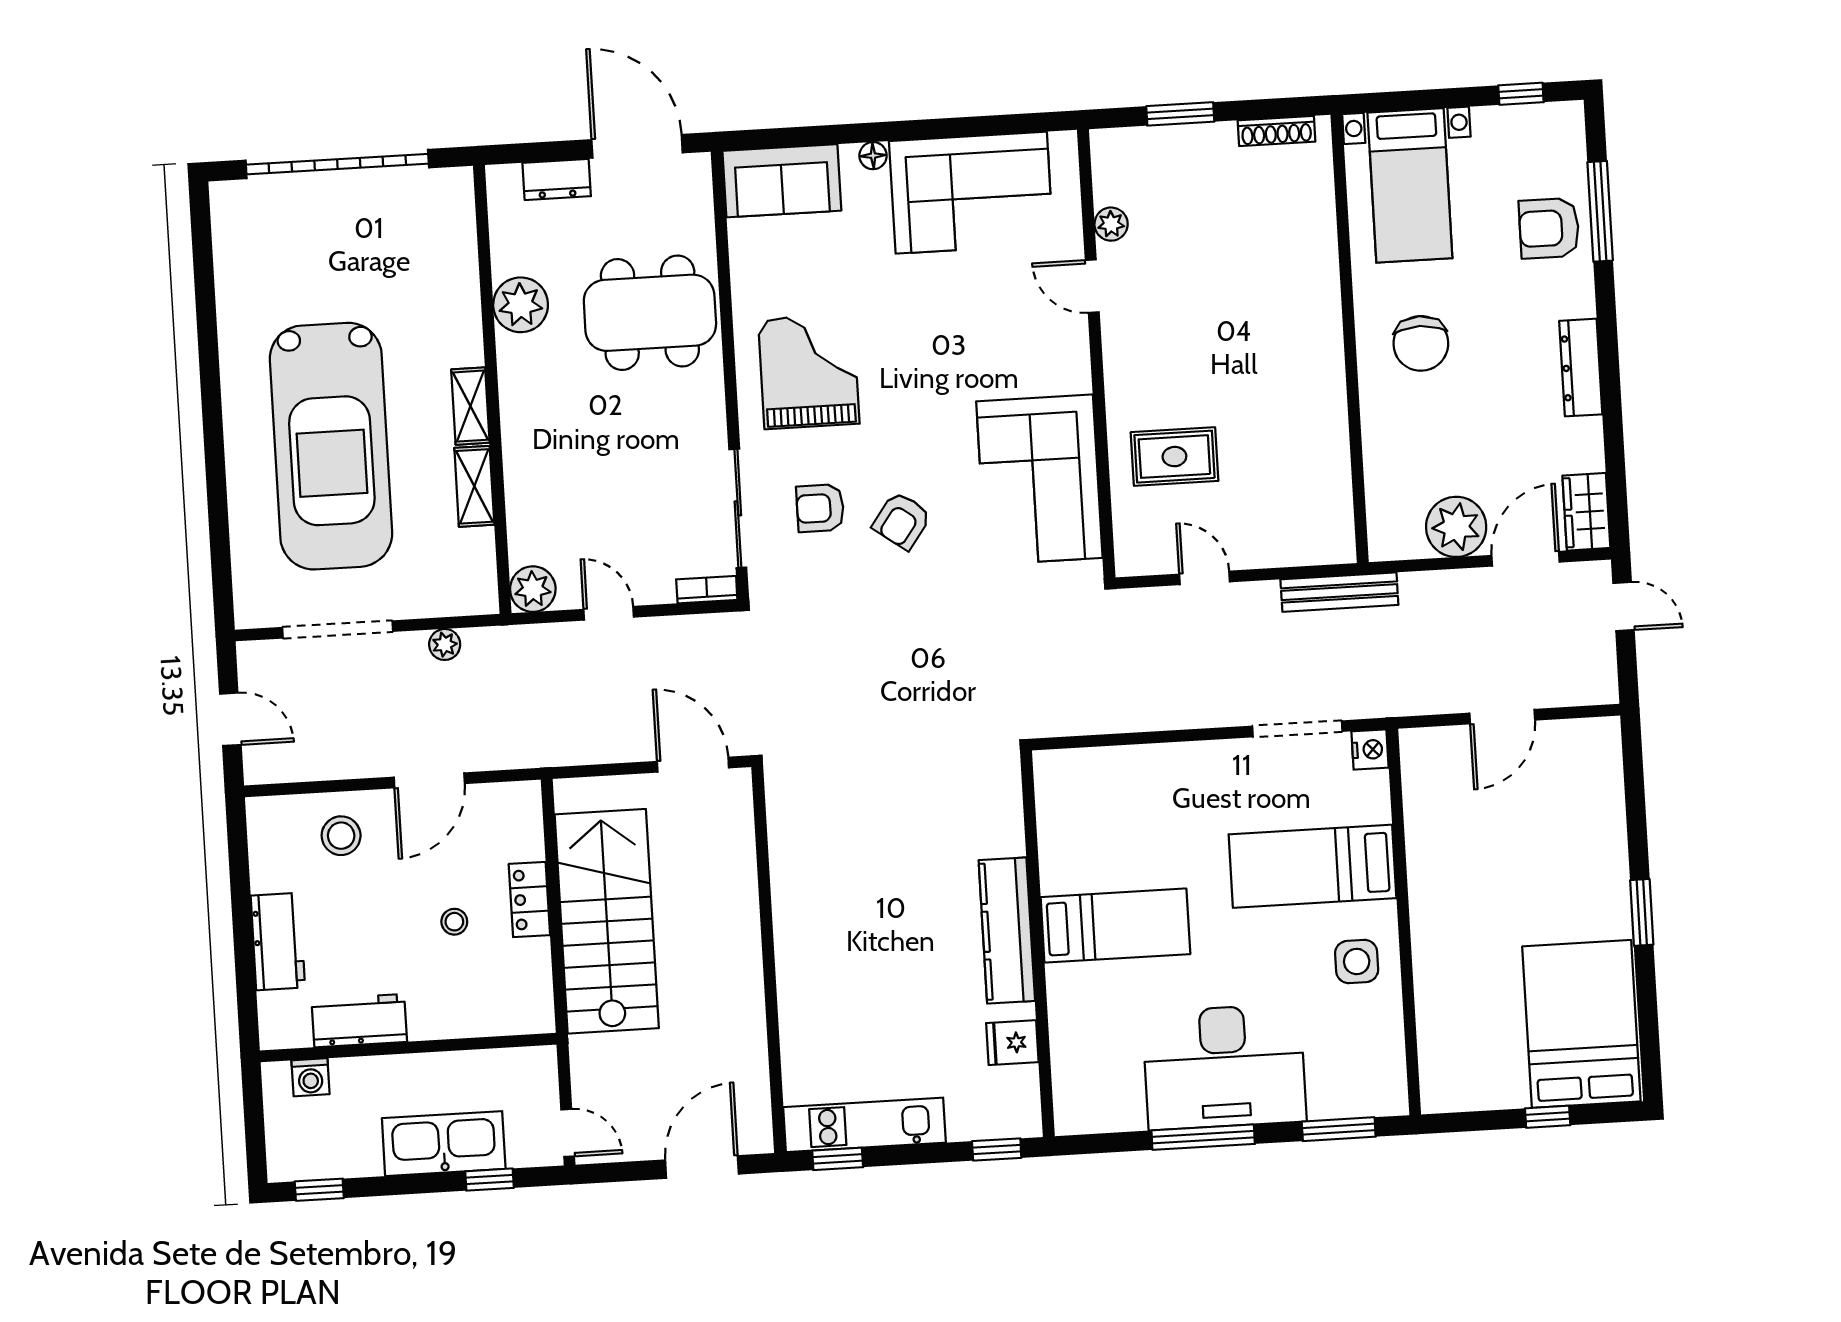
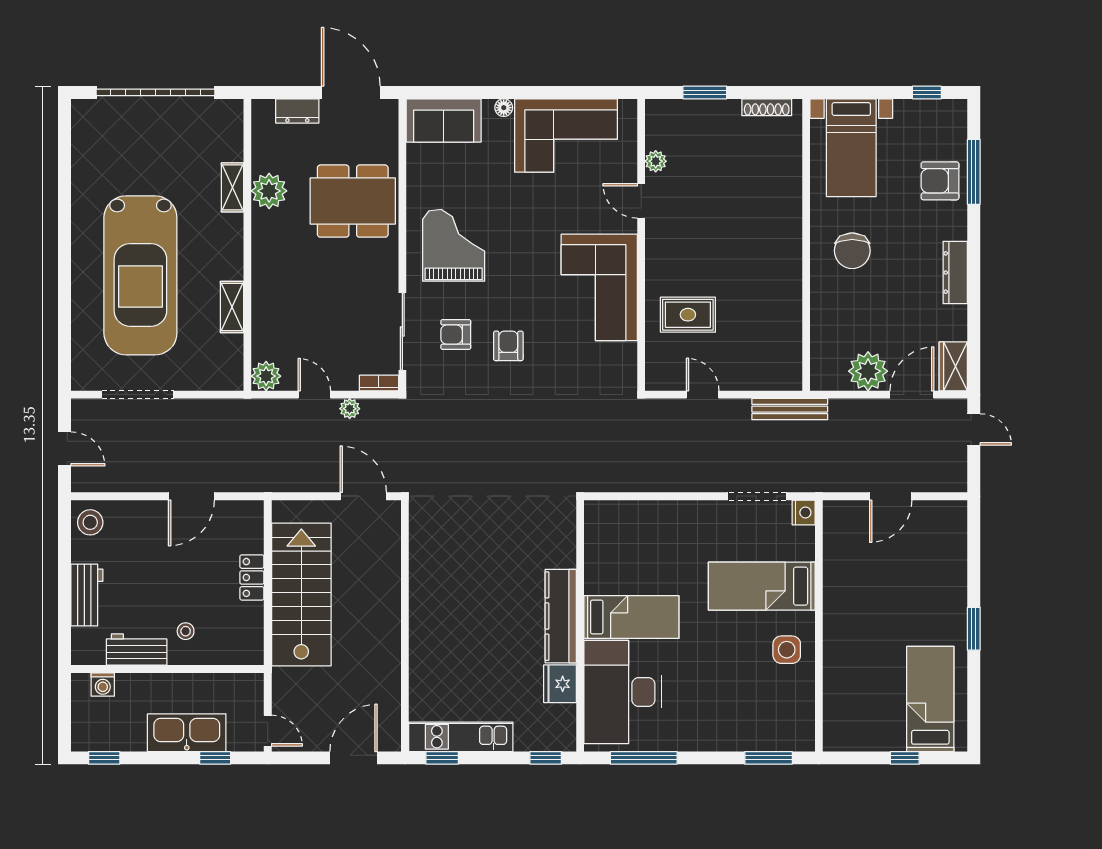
shelving: (470, 406) -> (233, 187), moved
corner sofa: (1039, 480) -> (599, 287), moved
armchair: (902, 521) -> (508, 346), turned 144
plant: (445, 644) -> (350, 409), moved
stool: (341, 836) -> (90, 522), moved
stool: (454, 922) -> (186, 631), moved
bed: (1581, 1024) -> (930, 699), width x0.67
fridge: (1012, 1043) -> (560, 684), width x1.38
desk: (1224, 1067) -> (623, 692), moved, turned 90
window: (1203, 1137) -> (644, 758), moved

